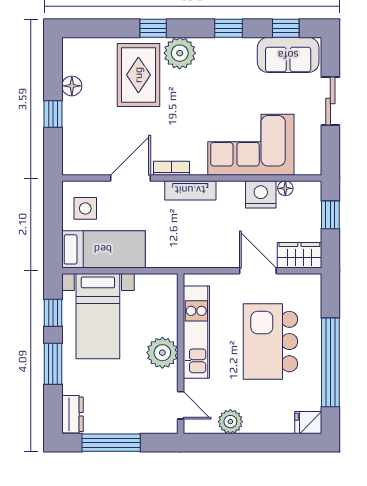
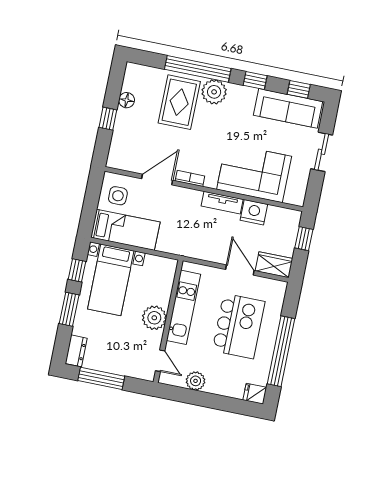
window: (153, 28) -> (198, 69), width x3.17
sofa: (288, 55) -> (288, 108), width x1.36
floor lamp: (285, 188) -> (274, 211), removed
tv unit: (190, 190) -> (222, 203), moved
kitchen island: (270, 342) -> (239, 326), turned 180

